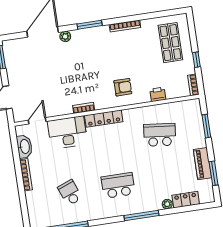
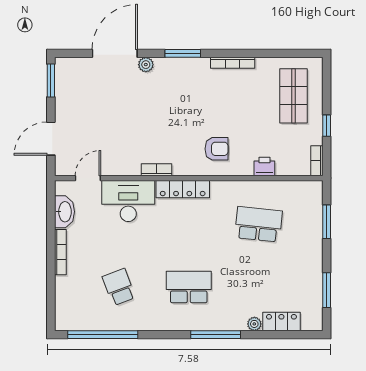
piano: (202, 164) -> (313, 274), removed

